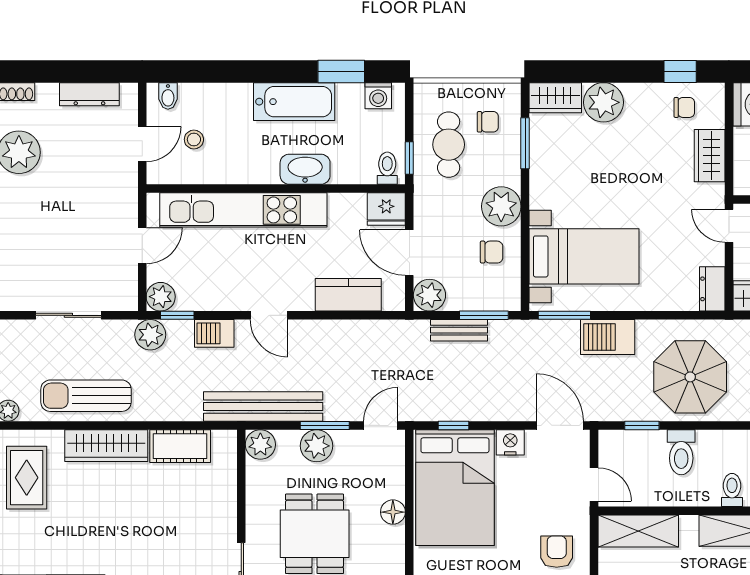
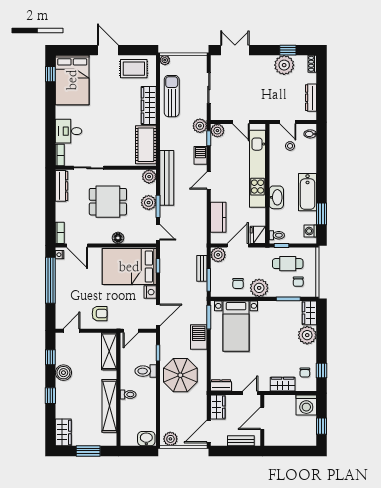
cot: (180, 446) -> (146, 145), width x1.37, depth x1.34

